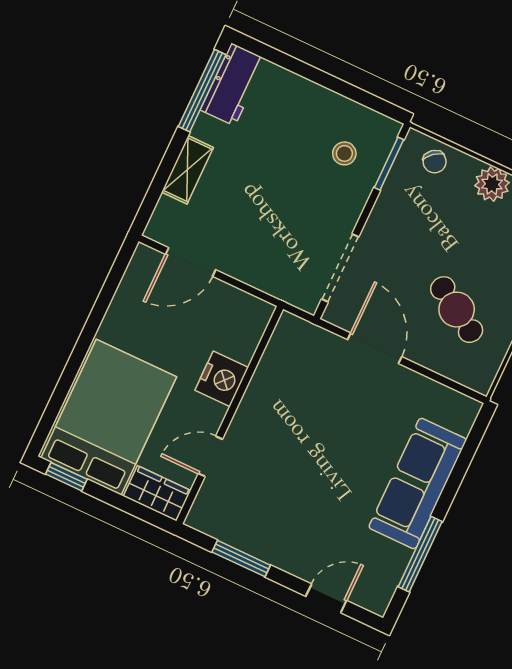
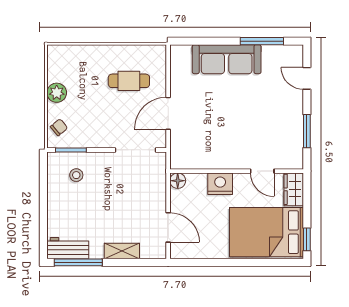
cafe table: (457, 310) -> (129, 81), turned 58
floor lamp: (259, 313) -> (178, 181), added

